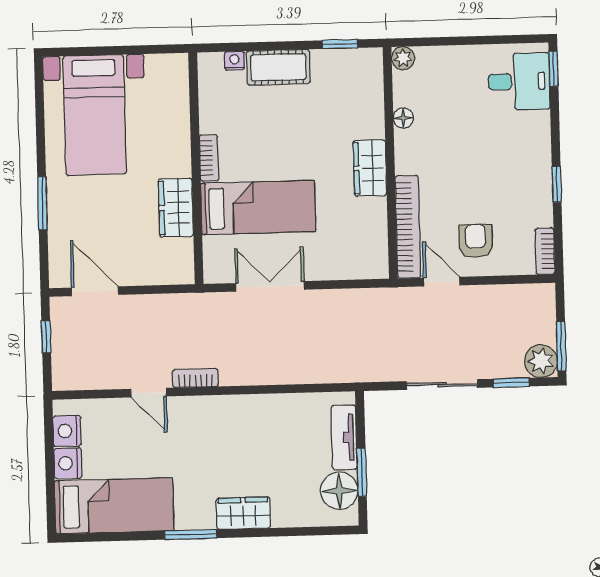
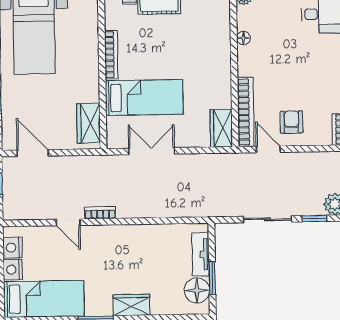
bookcase: (209, 158) -> (111, 55), width x1.56
wardrobe: (370, 168) -> (221, 128), moved
wardrobe: (176, 208) -> (89, 123), moved

